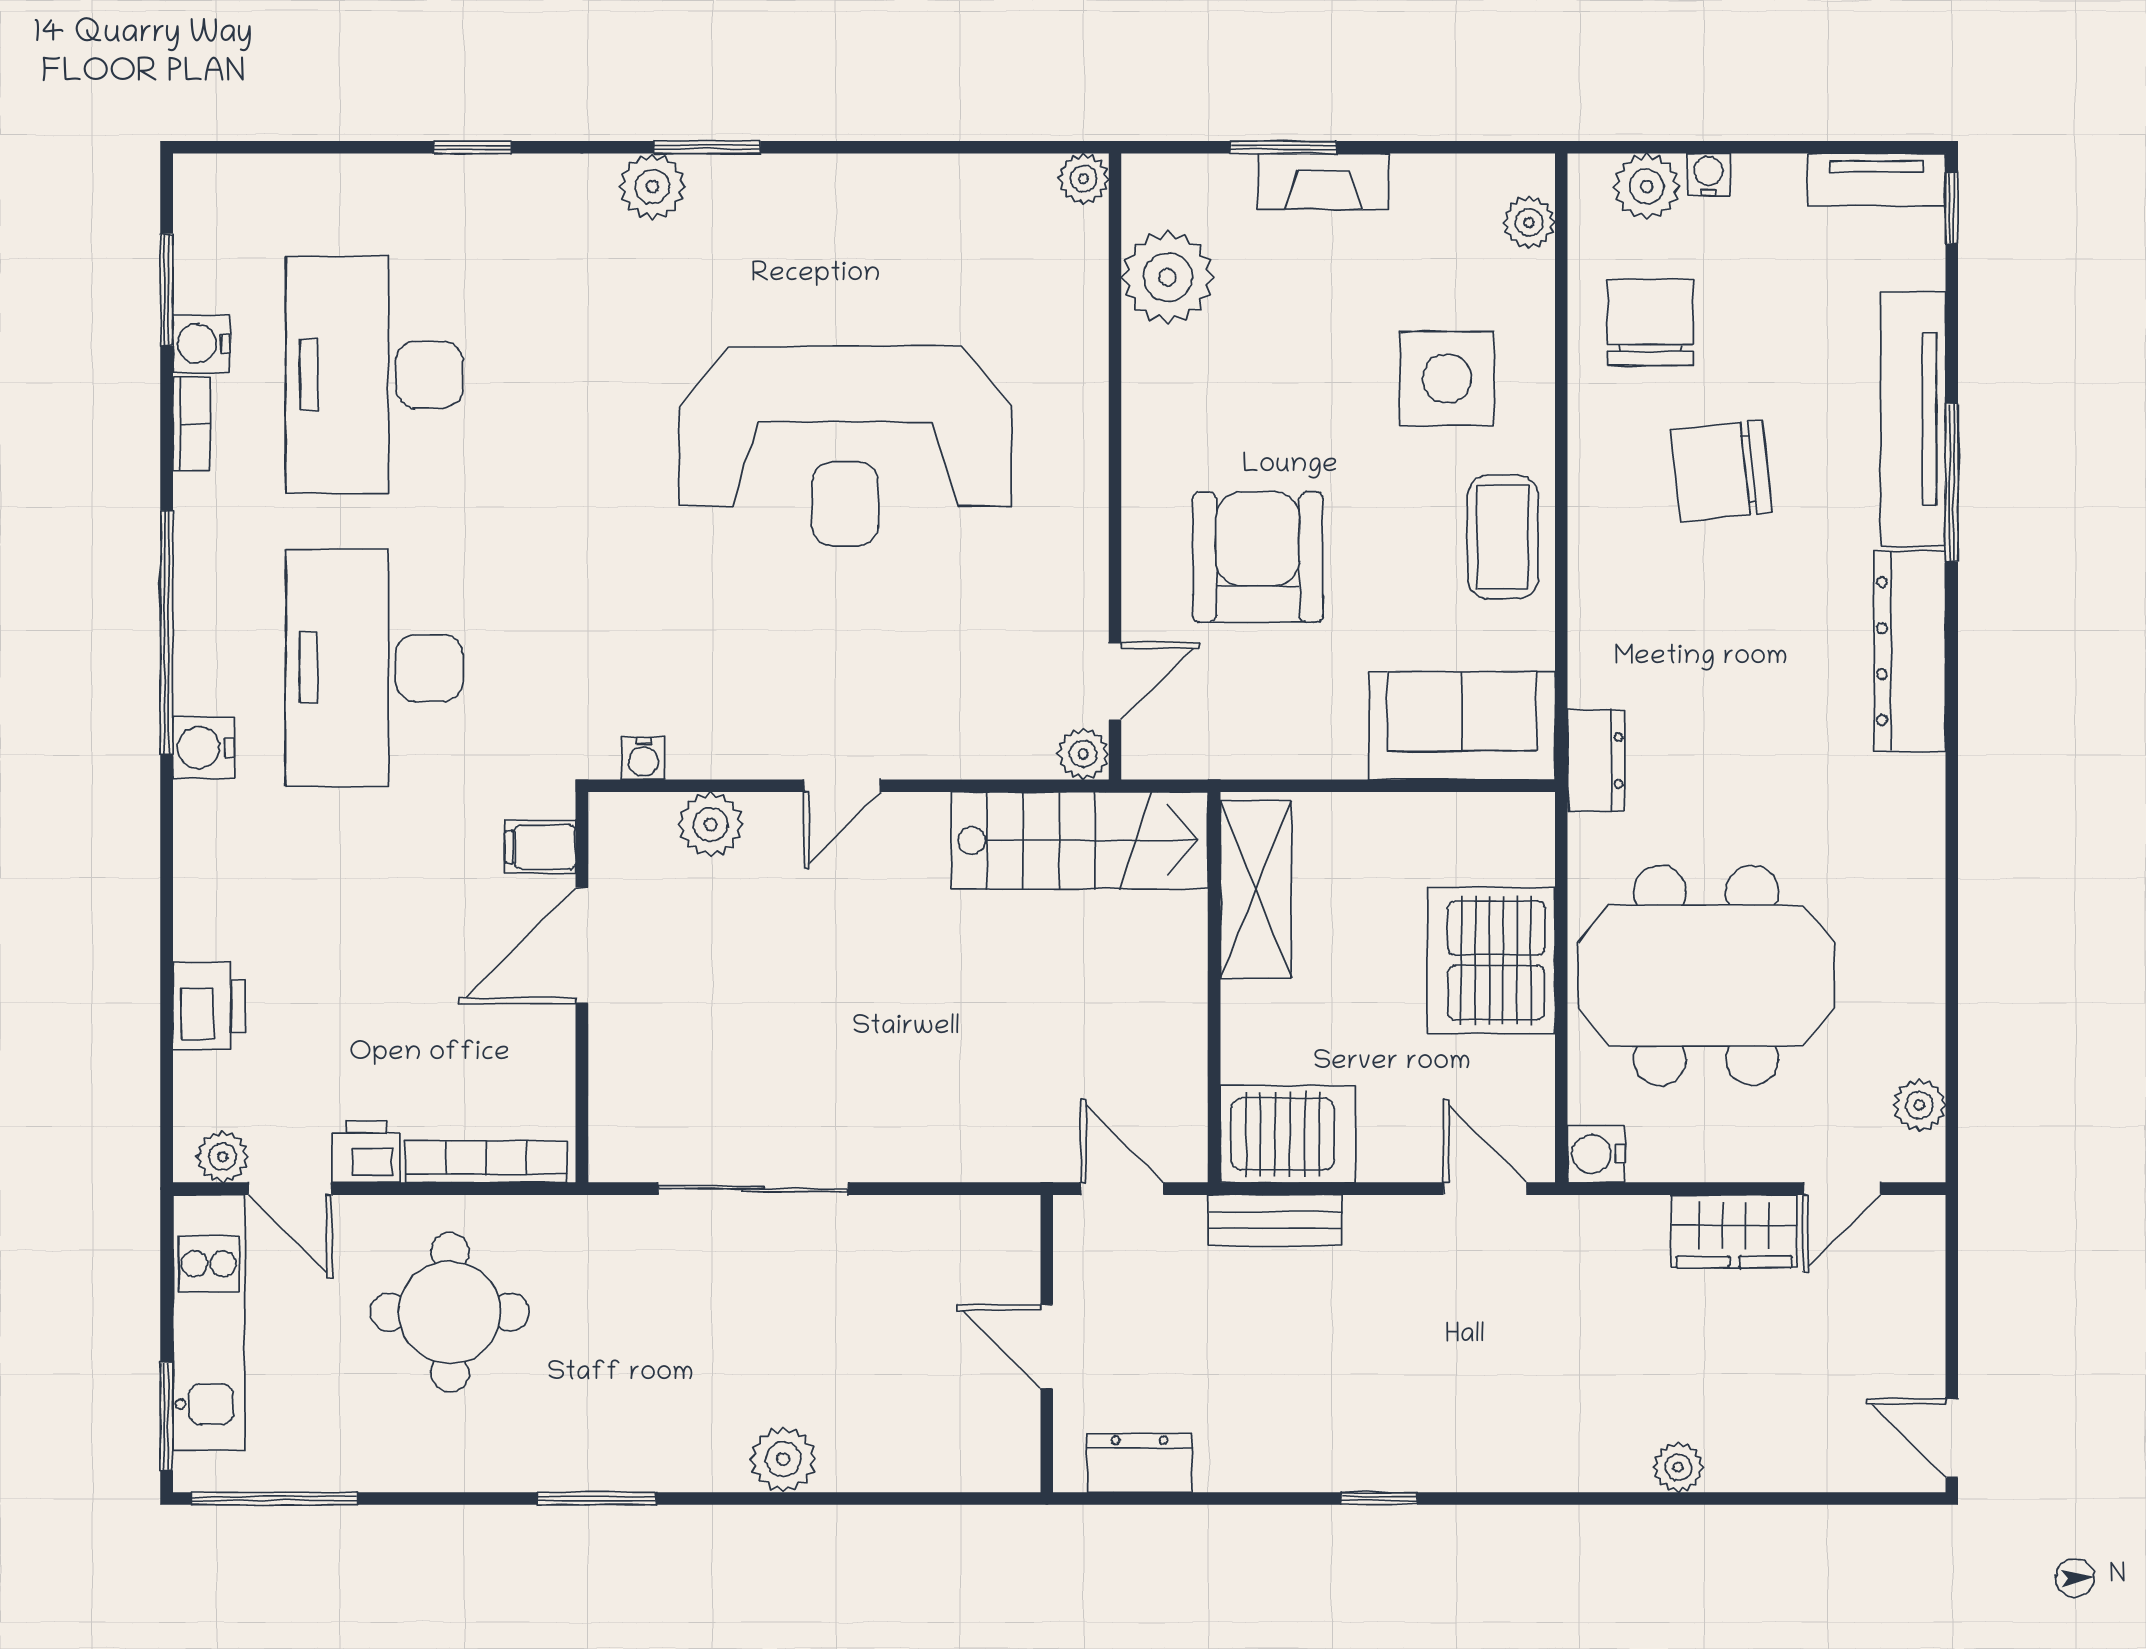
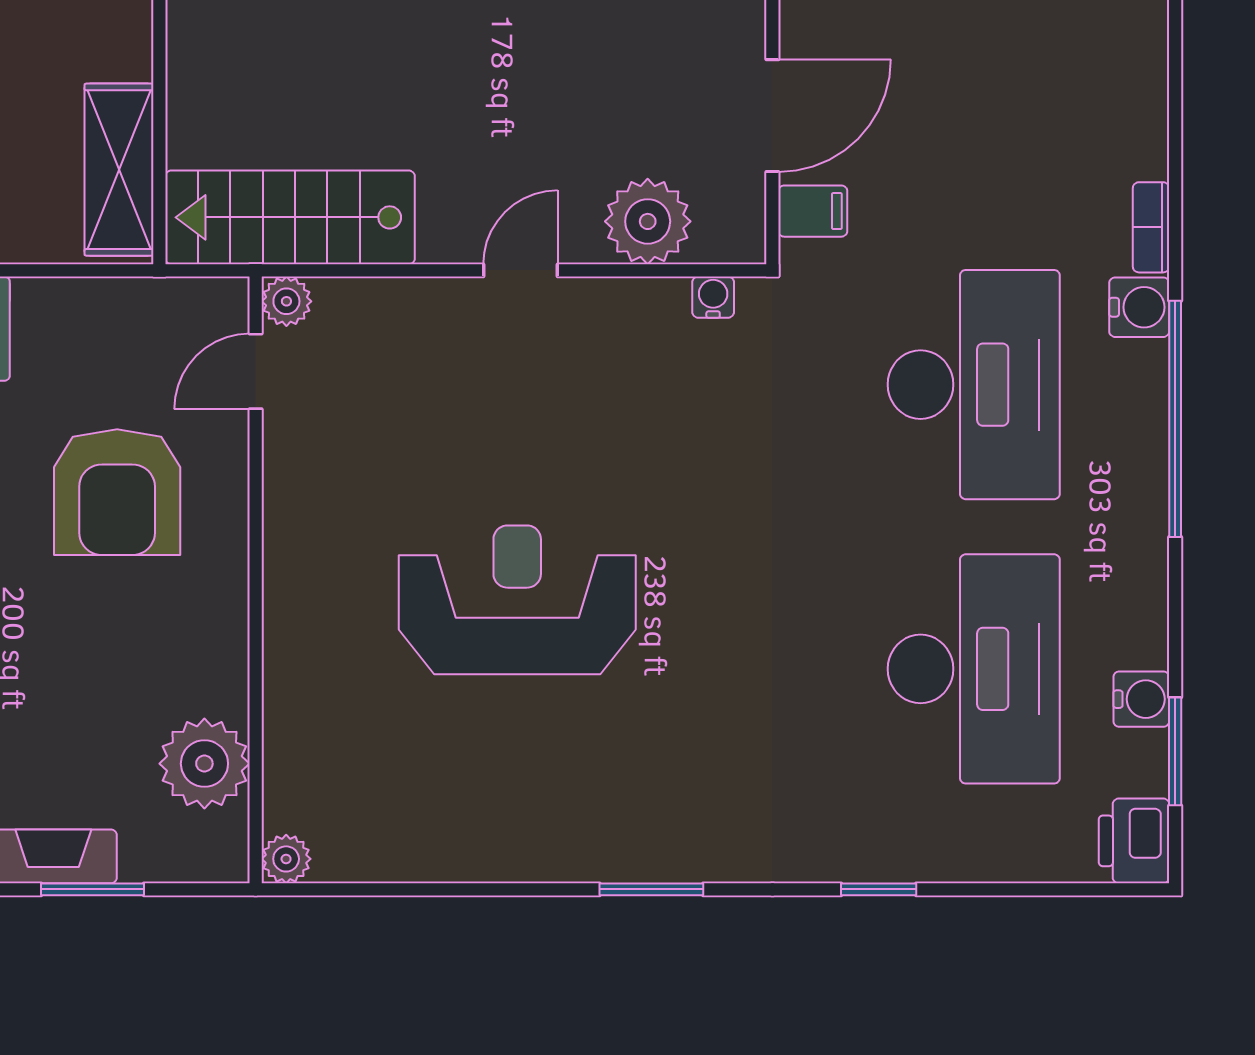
plant: (652, 187) -> (704, 851), removed
bookcase: (191, 424) -> (1151, 227), moved
reception desk: (845, 446) -> (517, 600), width x0.74, depth x0.77
plant: (711, 824) -> (648, 221), width x1.36, depth x1.36
printer: (209, 1006) -> (1134, 841), moved

